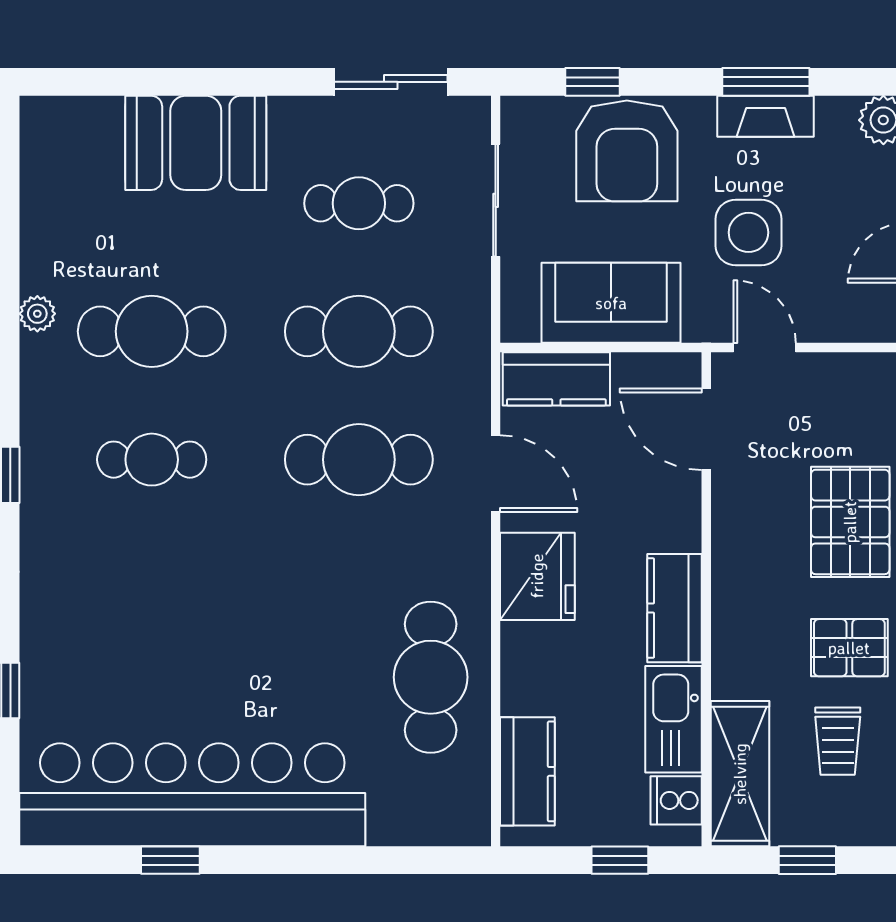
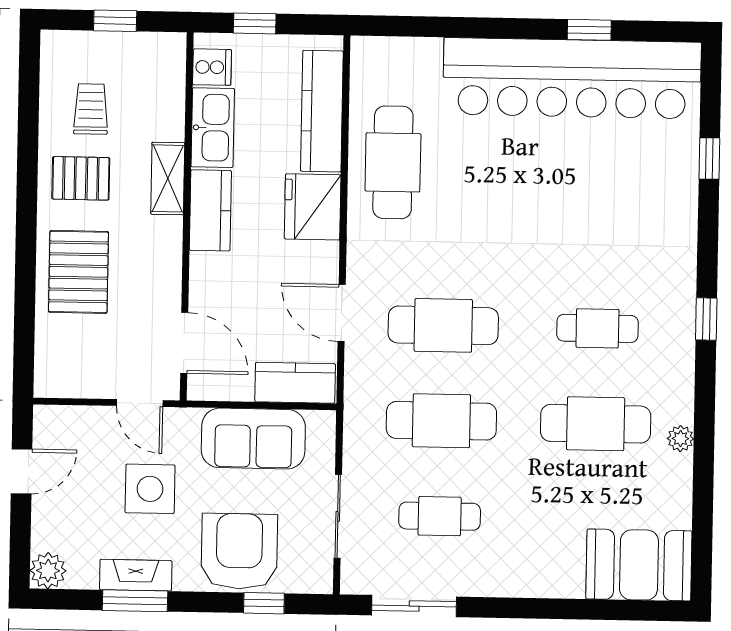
booth: (196, 143) -> (639, 565), moved
fridge: (537, 576) -> (313, 207), moved
kitchen counter: (527, 771) -> (322, 111), width x1.50
shelving: (740, 774) -> (168, 178), moved, width x0.67, depth x0.75

